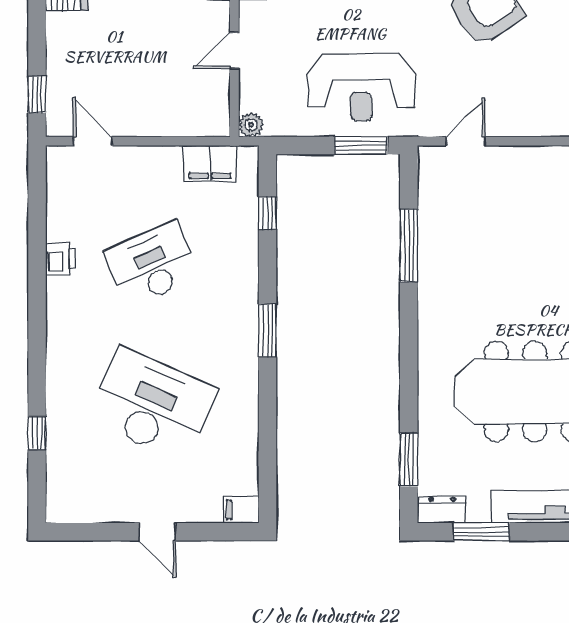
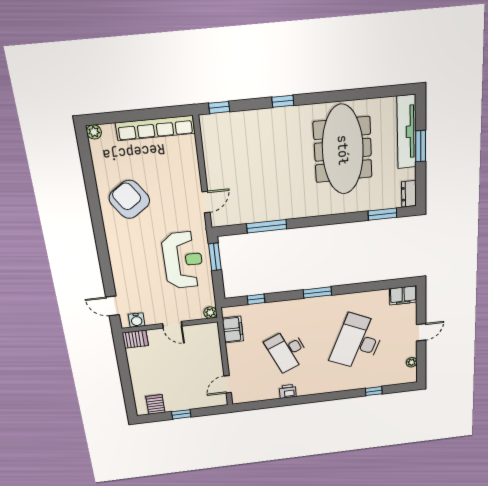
window: (37, 94) -> (181, 414), moved
door: (466, 141) -> (206, 202), swing flipped
filing cabinet: (241, 510) -> (403, 295), width x2.00
plant: (93, 512) -> (412, 362), added
window: (481, 532) -> (421, 146), moved

